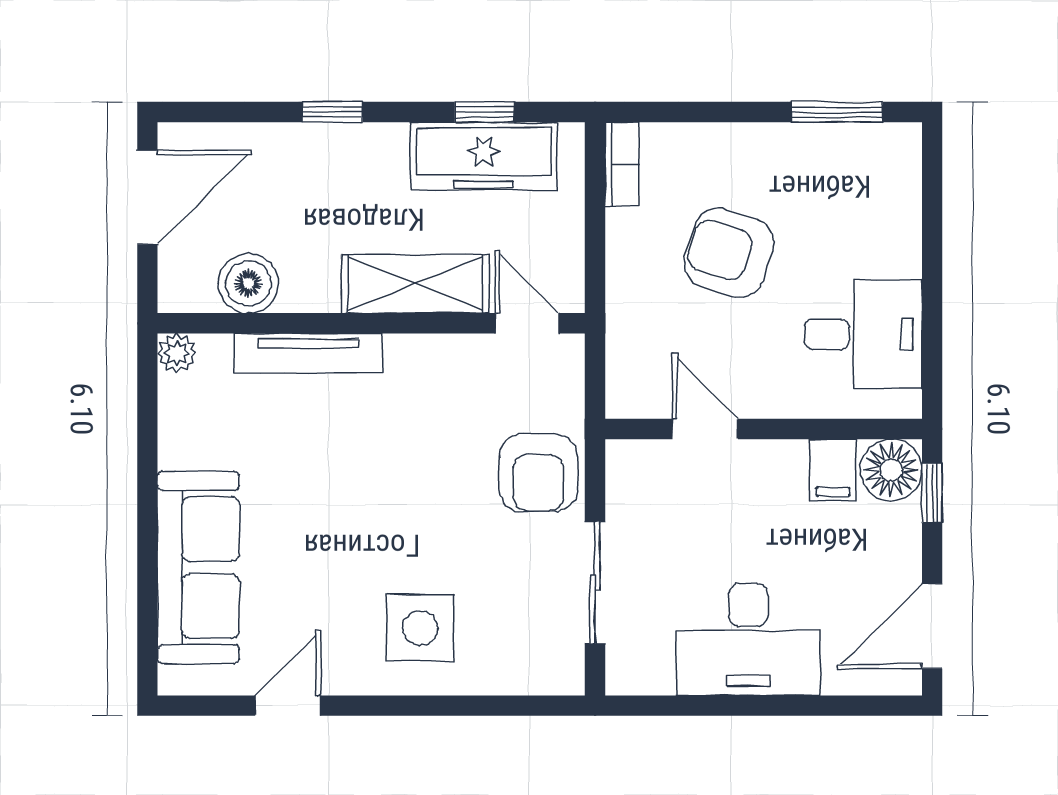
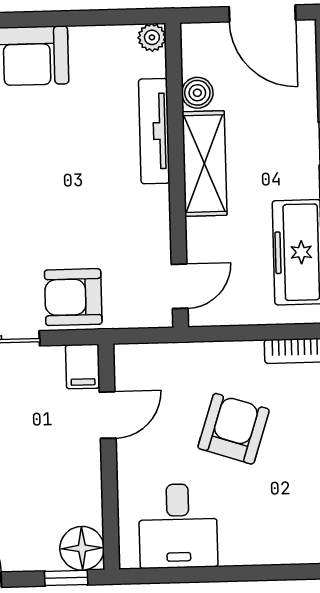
boiler: (248, 283) -> (197, 93), width x0.73, depth x0.73
shelving: (415, 284) -> (205, 164), moved
filing cabinet: (833, 470) -> (83, 367), moved, turned -90

